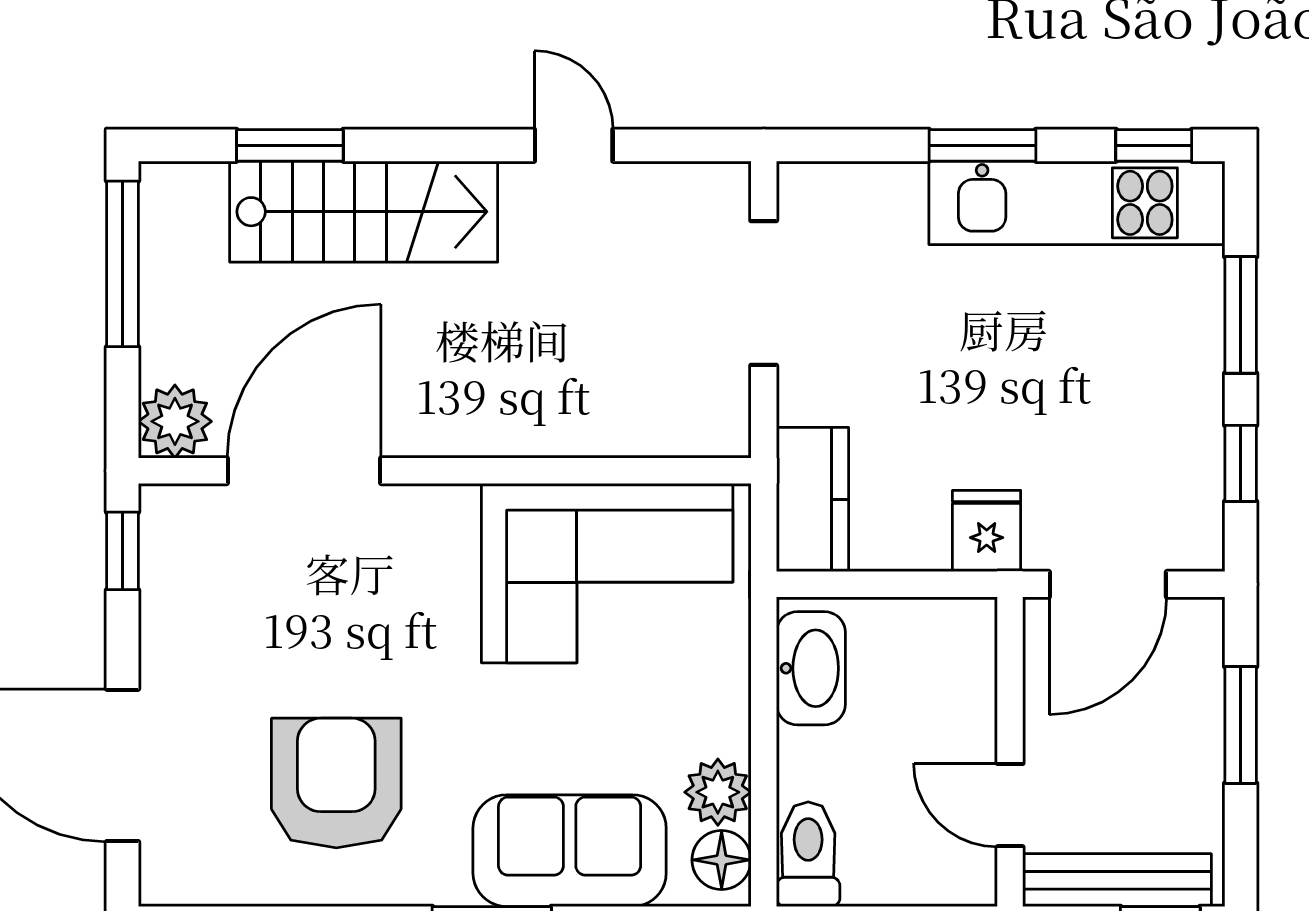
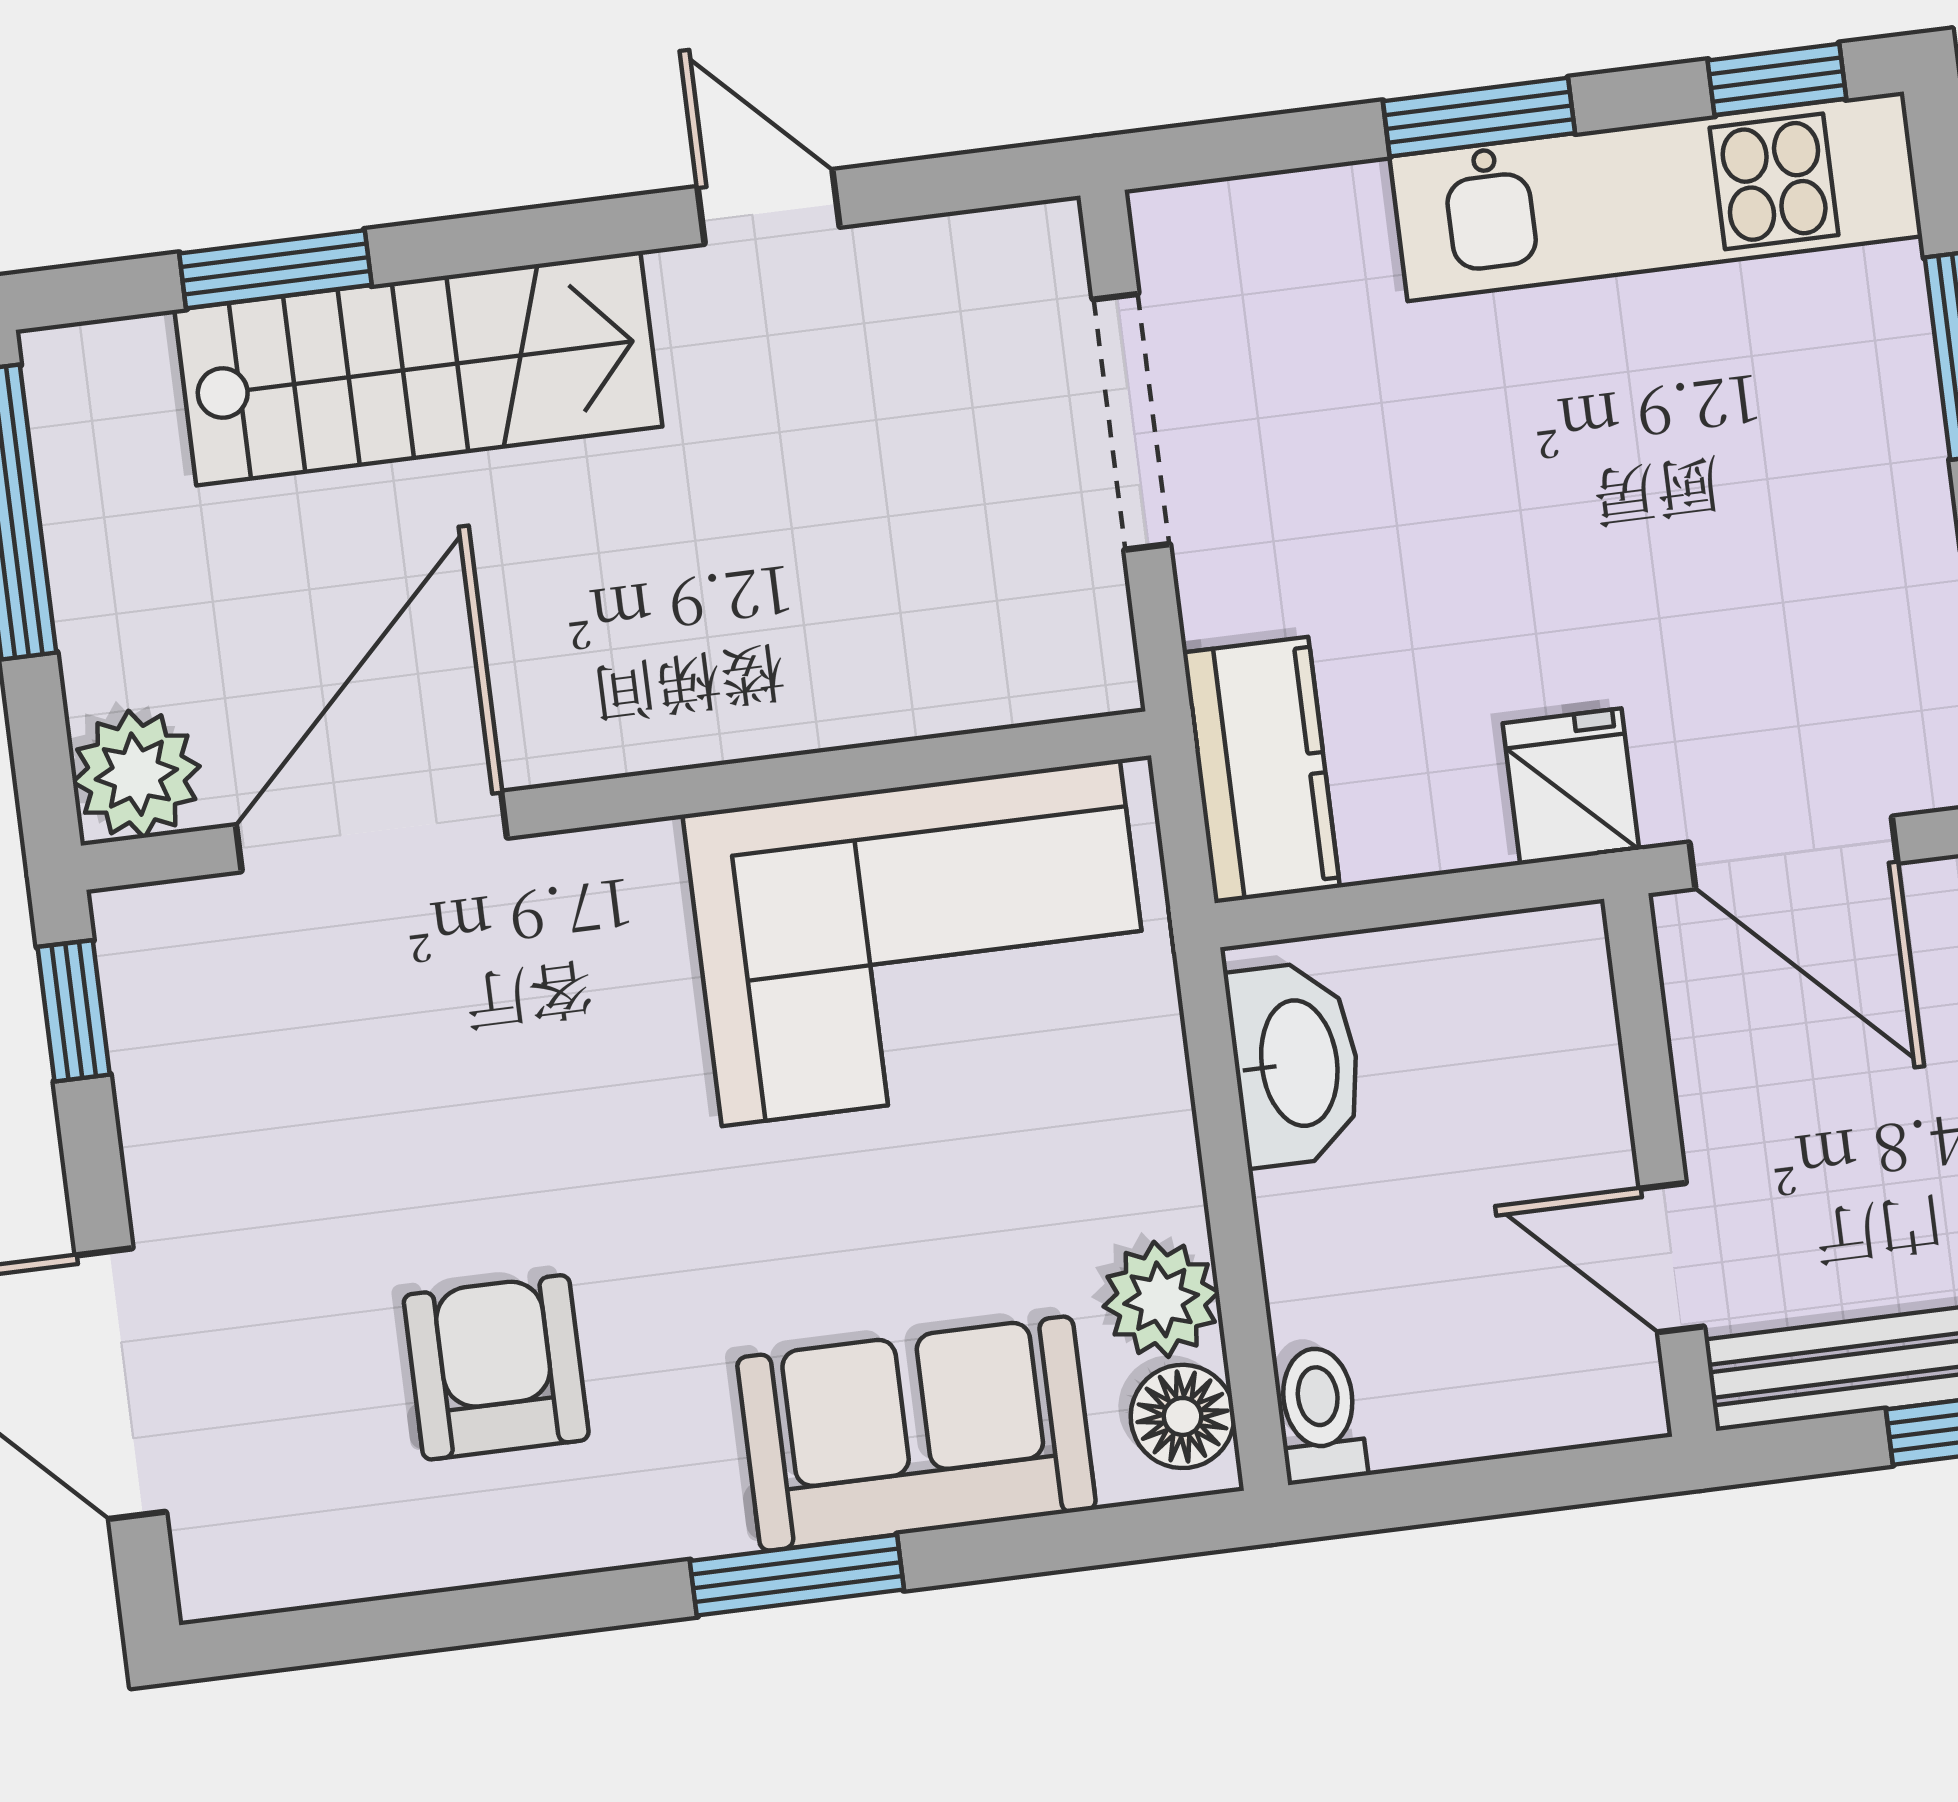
door: (1108, 584) -> (1794, 853), hinge flipped
armchair: (336, 783) -> (496, 1367), width x0.73, depth x0.73
toilet: (808, 854) -> (1320, 1415), width x0.73, depth x0.72

